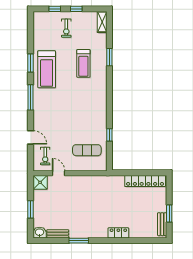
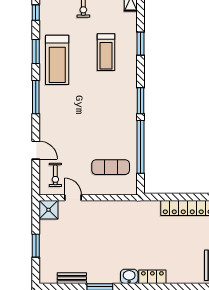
window: (30, 34) -> (36, 13), added
window: (109, 100) -> (140, 101), added
window: (109, 135) -> (140, 147), width x3.17
washbasin: (40, 233) -> (129, 276), moved

